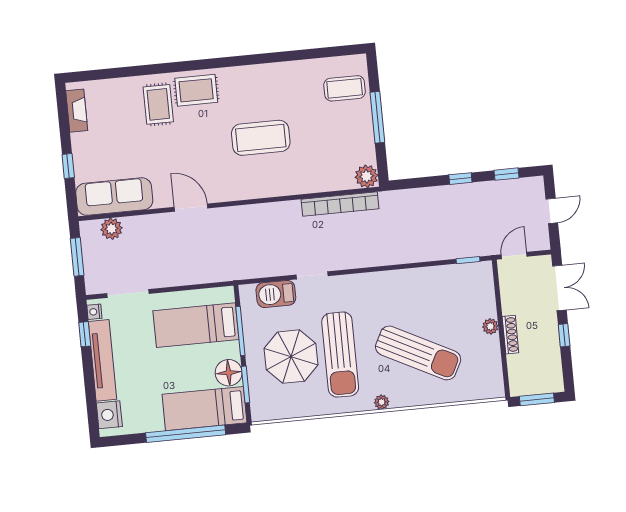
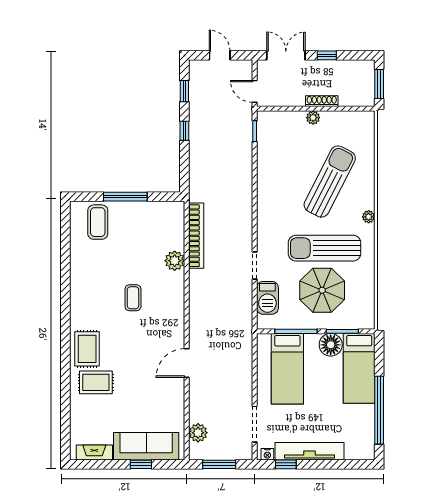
coffee table: (261, 138) -> (133, 298), width x0.54, depth x0.58
plant: (366, 176) -> (175, 261), moved
sofa: (114, 196) -> (146, 446), moved, turned 90
sun lounger: (340, 355) -> (325, 248), turned 180
nightstand: (109, 415) -> (357, 450), removed
window: (186, 434) -> (379, 410), moved

